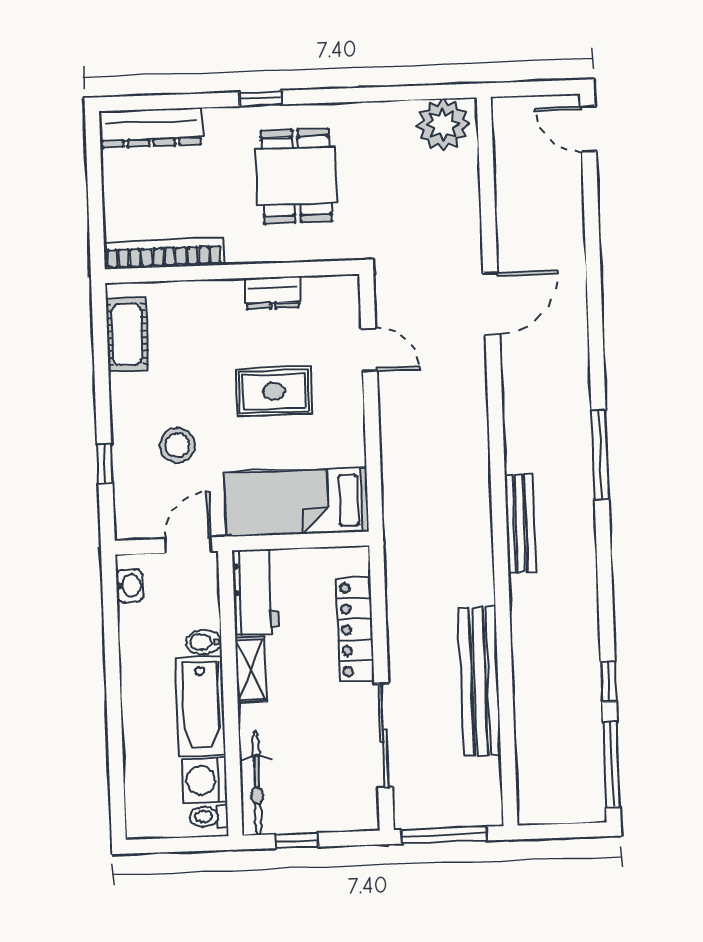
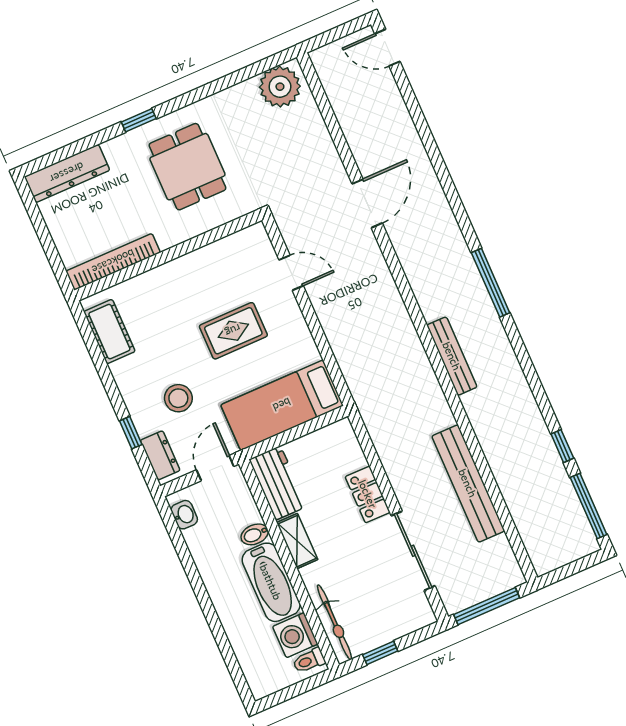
dresser: (273, 293) -> (160, 455), moved, turned -90
locker: (355, 630) -> (368, 494), width x0.66

